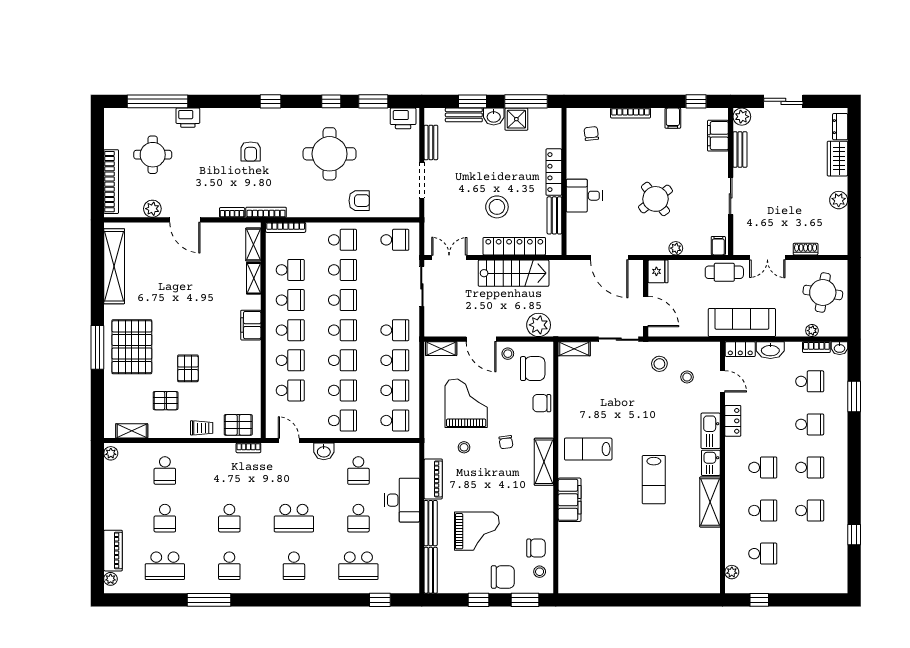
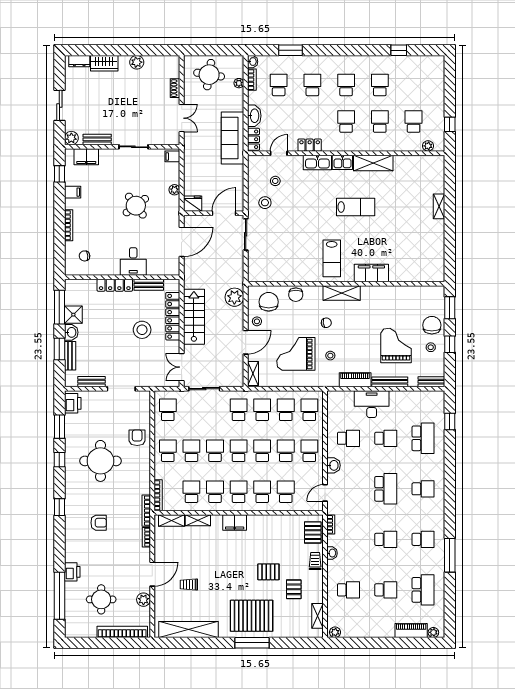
trolley: (172, 267) -> (189, 584), added
cafe table: (724, 272) -> (193, 152), removed
shelving: (574, 349) -> (439, 206), moved
washbasin: (212, 450) -> (332, 553), added
chair: (536, 548) -> (409, 299), removed
bench: (431, 570) -> (431, 382), width x0.73
stool: (540, 572) -> (431, 347), moved

